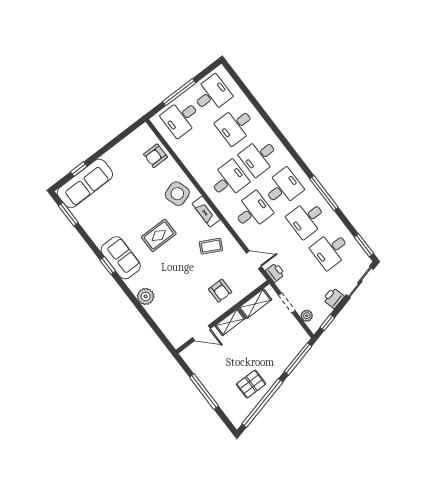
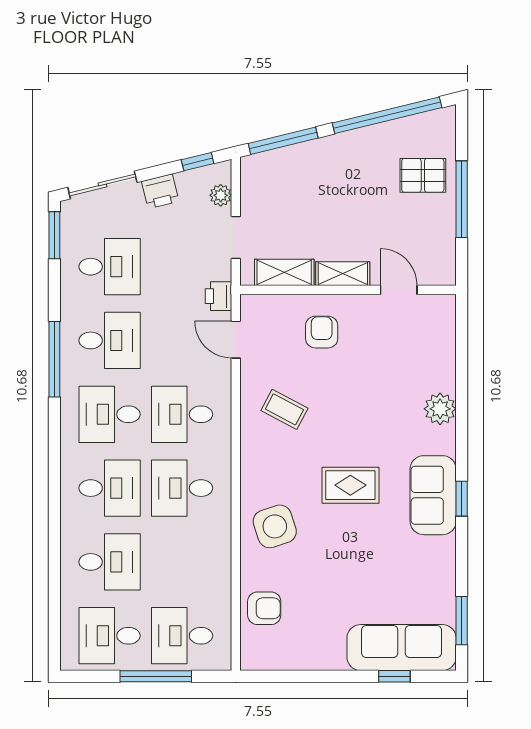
desk: (181, 118) -> (182, 636), turned 180
fireplace: (206, 212) -> (252, 467), removed
pallet: (251, 384) -> (423, 175), moved

